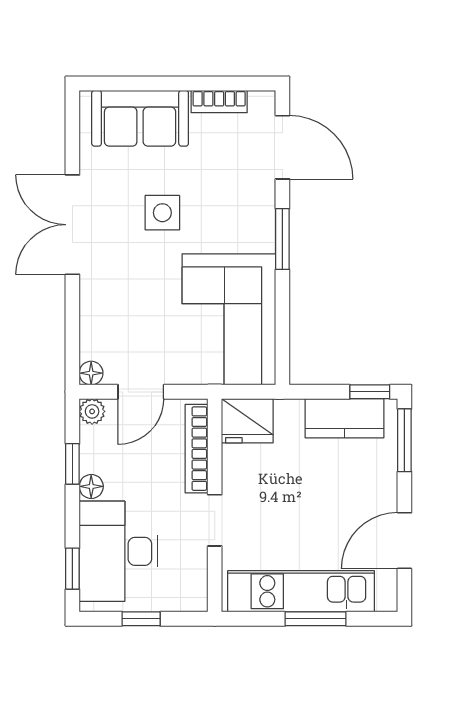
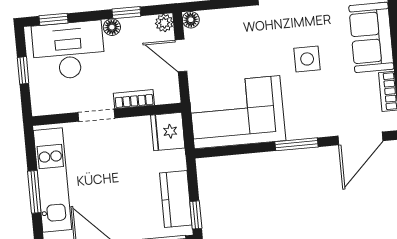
bookcase: (197, 449) -> (134, 99), width x0.64

